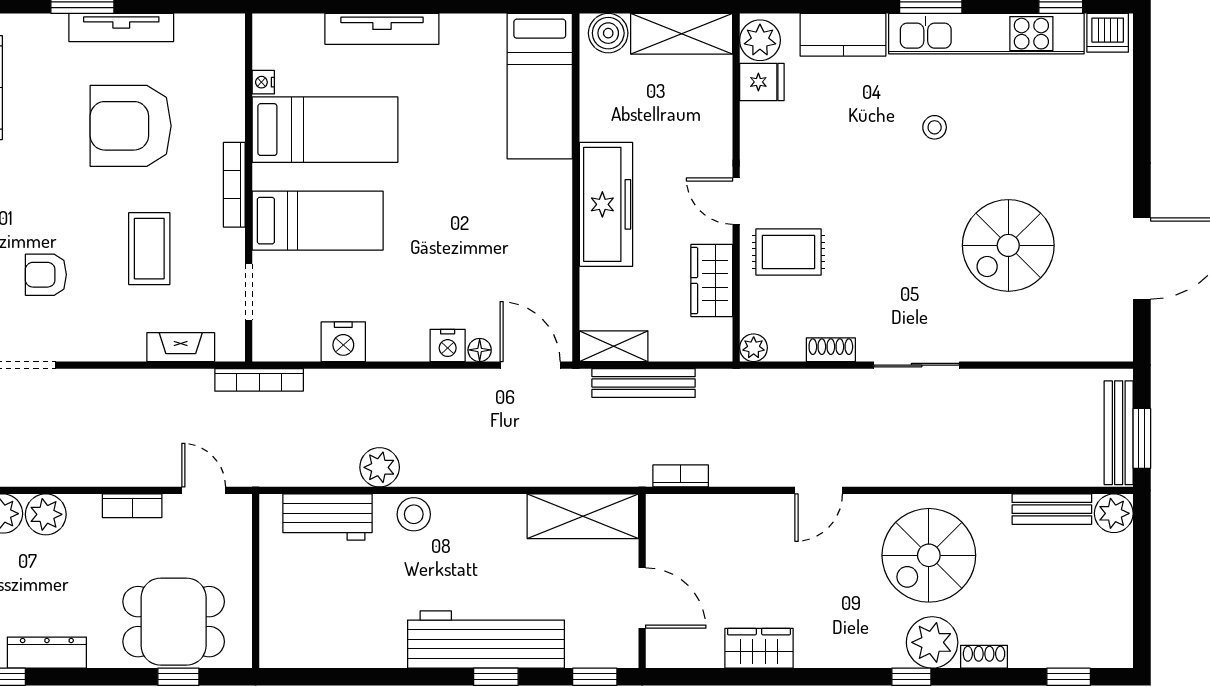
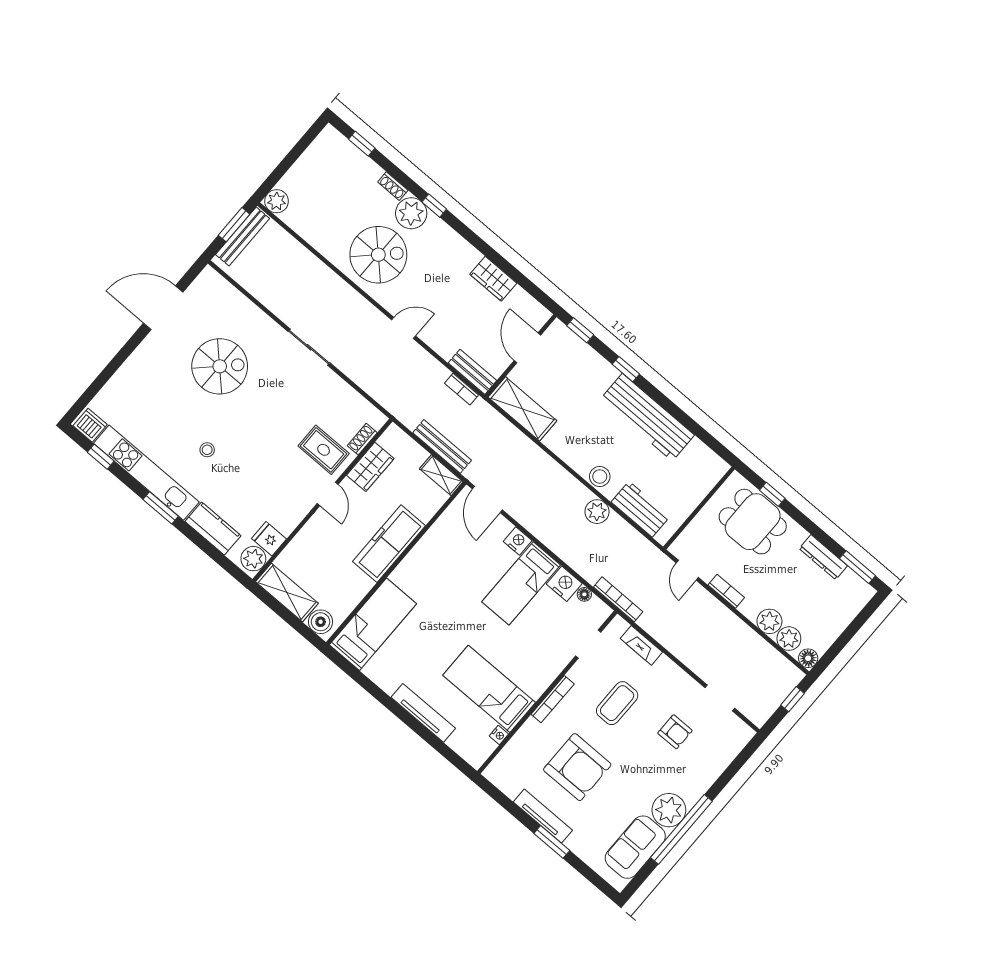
bed: (318, 221) -> (521, 583), moved, turned -90
plant: (754, 348) -> (377, 419), removed
floor lamp: (480, 350) -> (584, 594), moved
shoe rack: (831, 350) -> (362, 439), moved, turned 90
bench: (1052, 509) -> (472, 372), moved
workbench: (486, 639) -> (647, 417), moved

